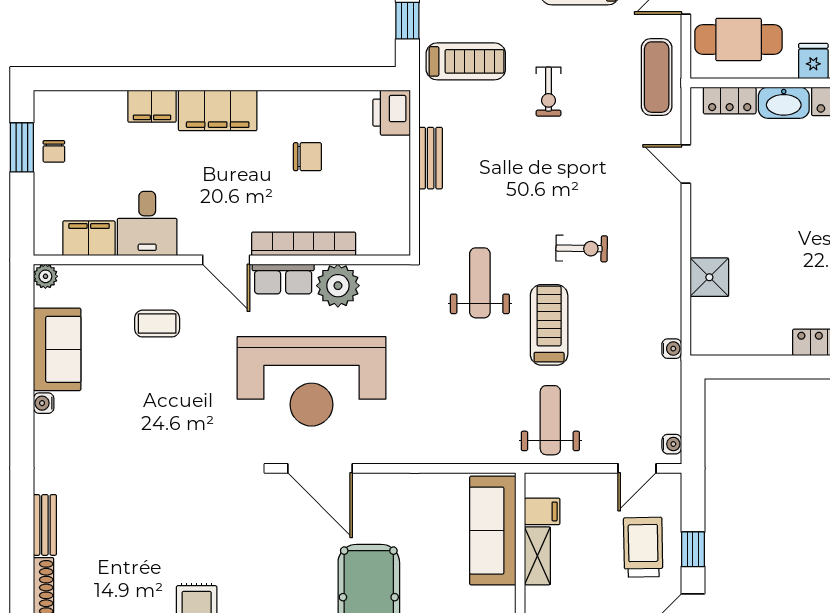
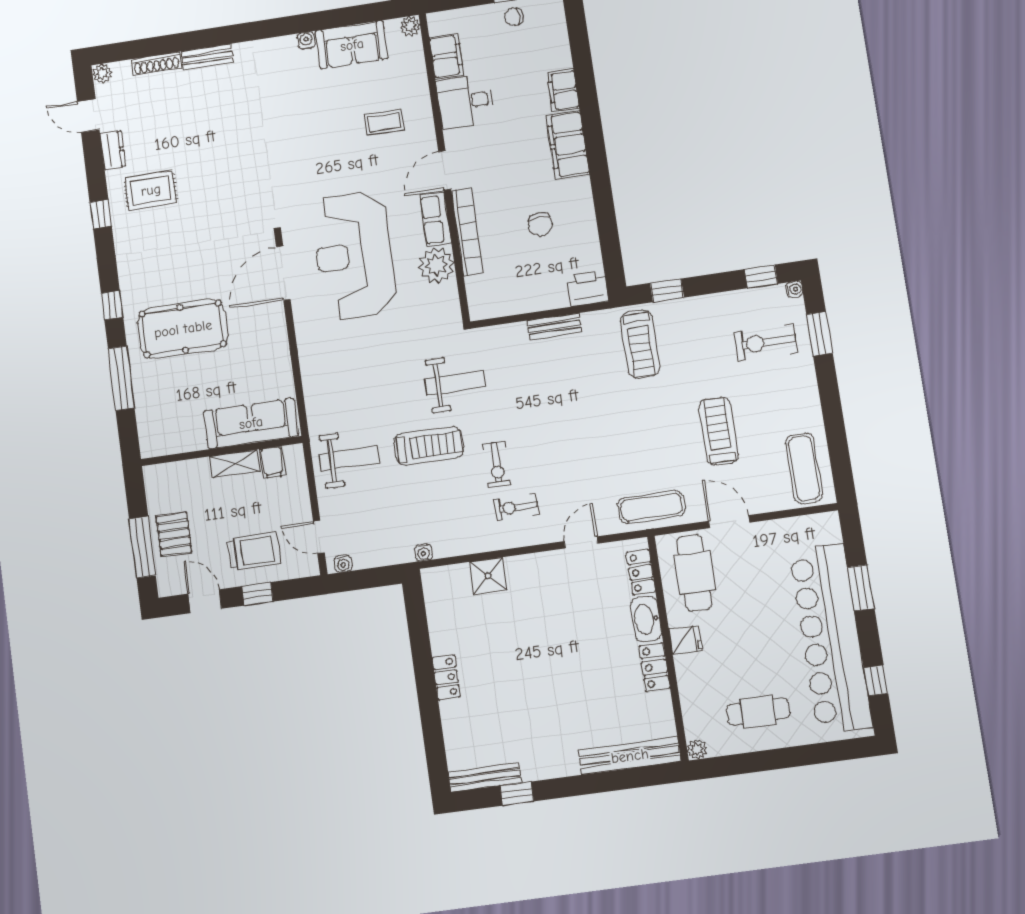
exercise bike: (549, 92) -> (516, 507), moved
coffee table: (157, 324) -> (384, 122), turned 90

